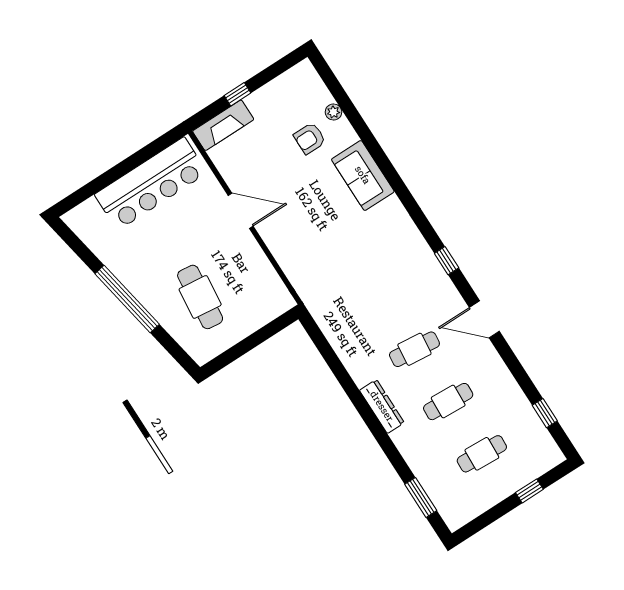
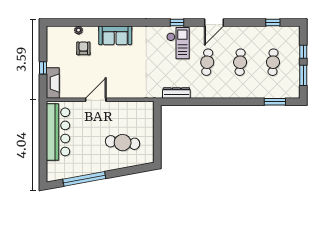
armchair: (310, 138) -> (83, 48), turned 180
checkout: (415, 283) -> (178, 43), added
window: (127, 299) -> (84, 179), moved
dresser: (382, 406) -> (176, 93), moved
window: (492, 515) -> (303, 75), added

